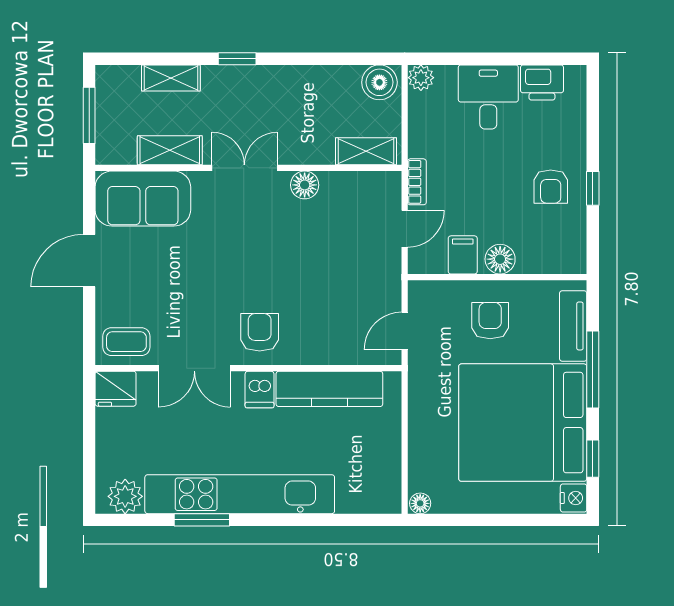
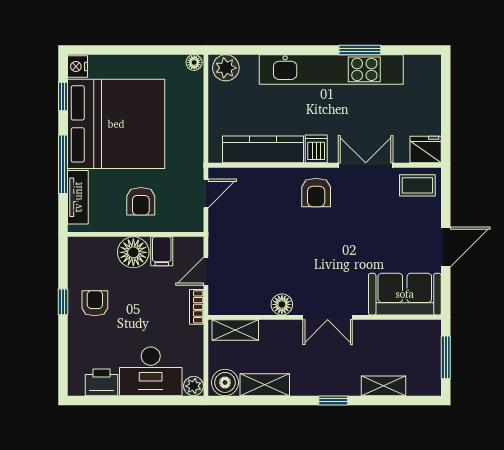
desk: (488, 97) -> (151, 371), width x1.37
shelving: (170, 150) -> (265, 385), moved
floor lamp: (500, 259) -> (133, 252), width x1.38, depth x1.38
plant: (125, 496) -> (226, 68), moved

